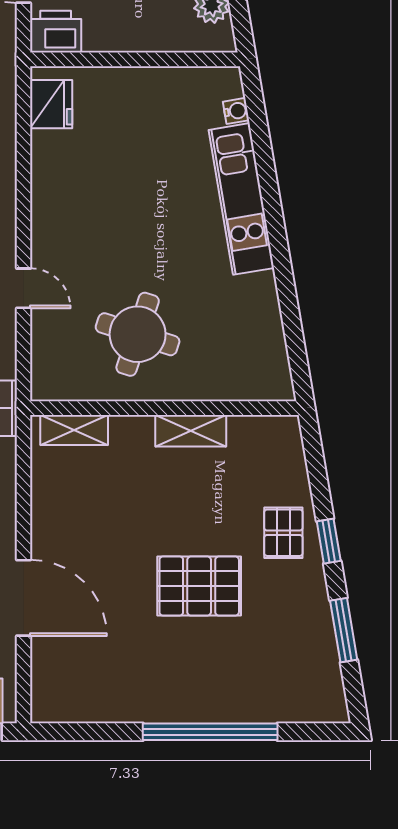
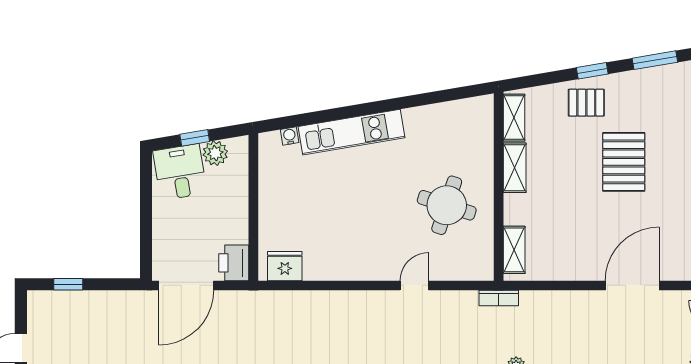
shelving: (262, 430) -> (514, 118), added

